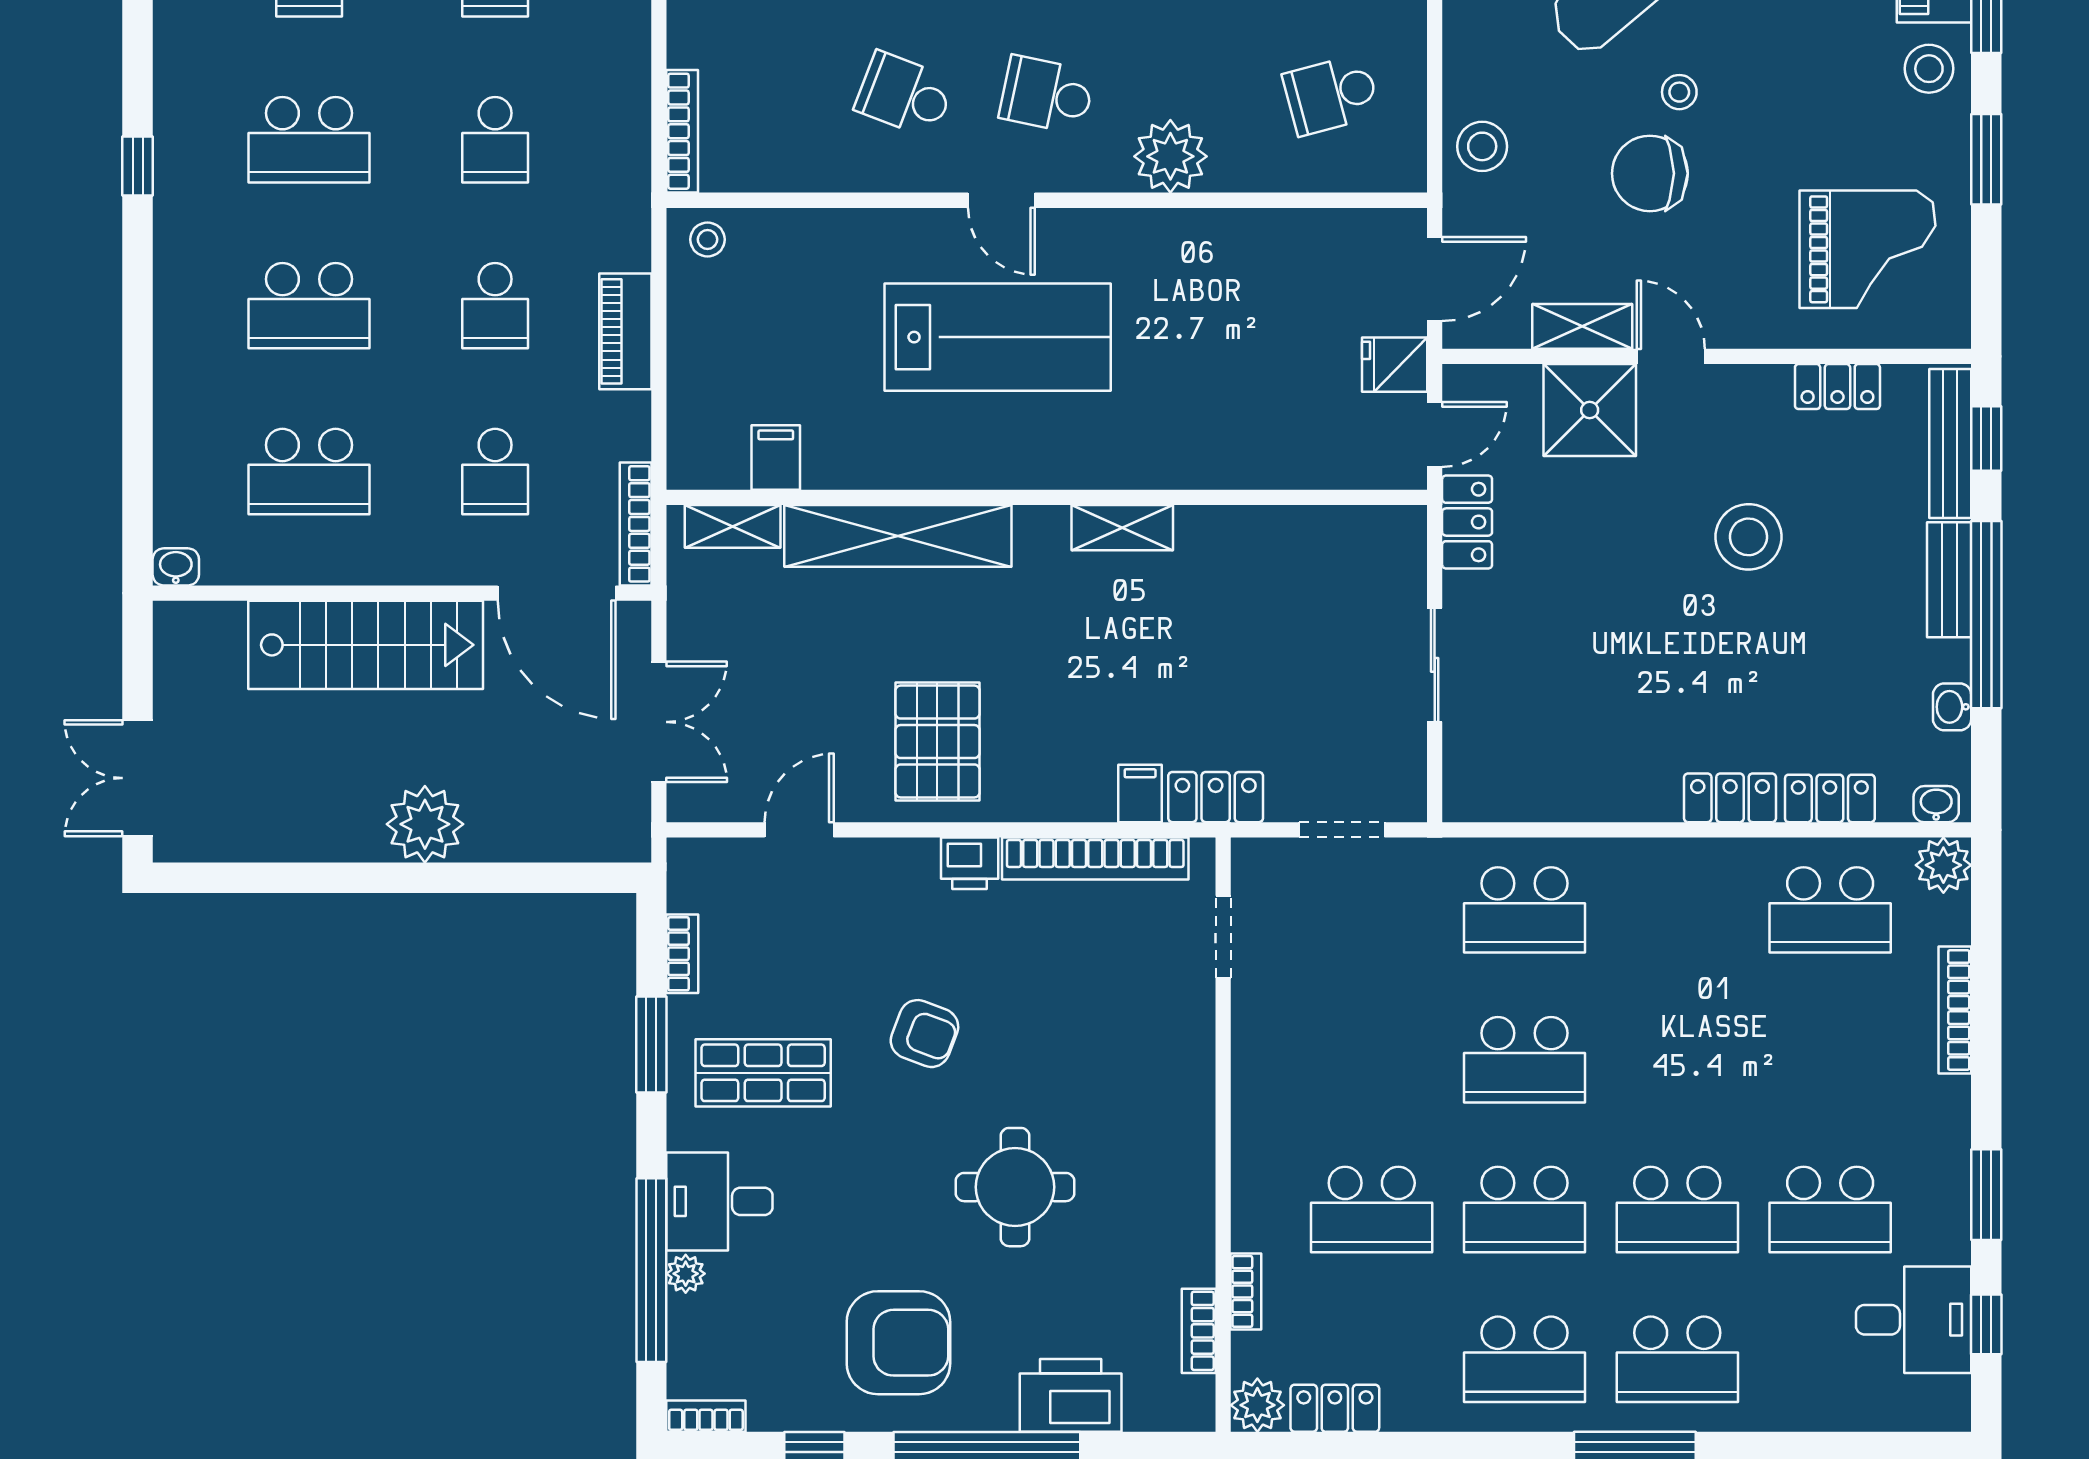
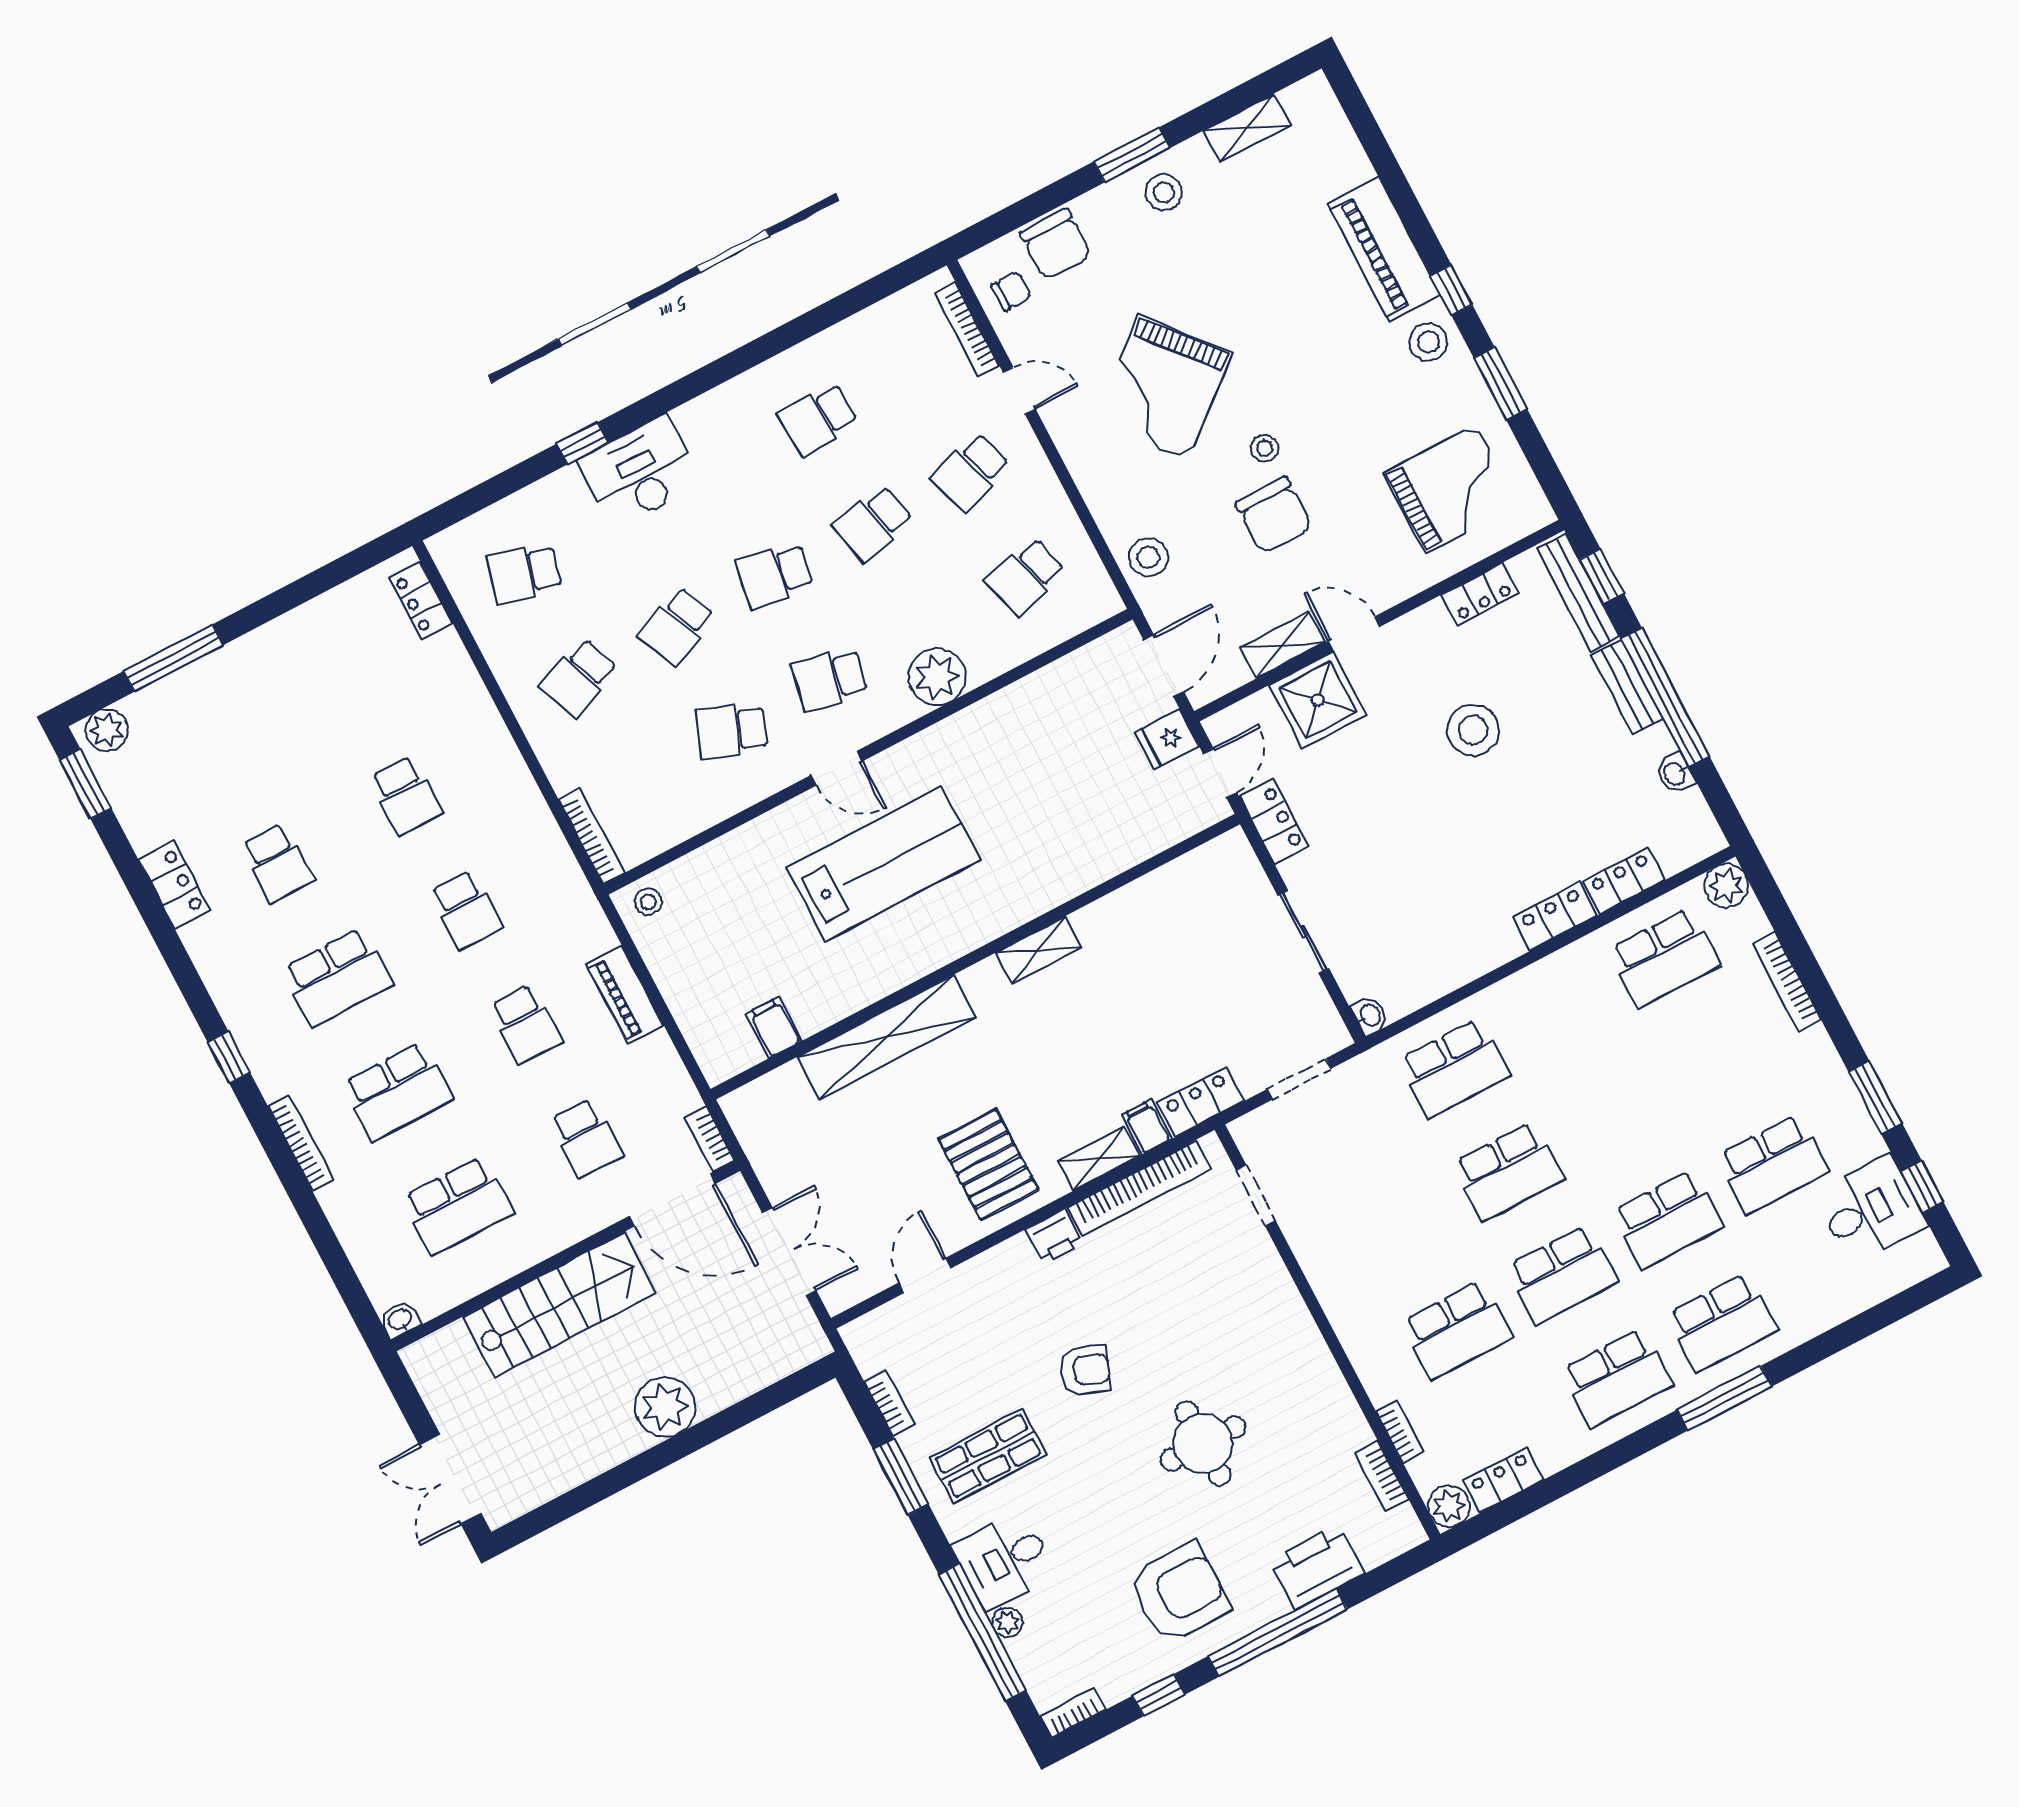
chair: (1650, 173) -> (1274, 515), turned -90
bookcase: (169, 307) -> (301, 1143), added
bookcase: (636, 524) -> (710, 1139), width x0.64
shelving: (733, 526) -> (1099, 1159), moved
washbasin: (1936, 804) -> (1370, 1015), moved, turned 90

